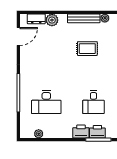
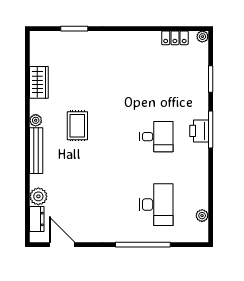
rug: (87, 49) -> (77, 126), moved
printer: (81, 131) -> (199, 155), removed

